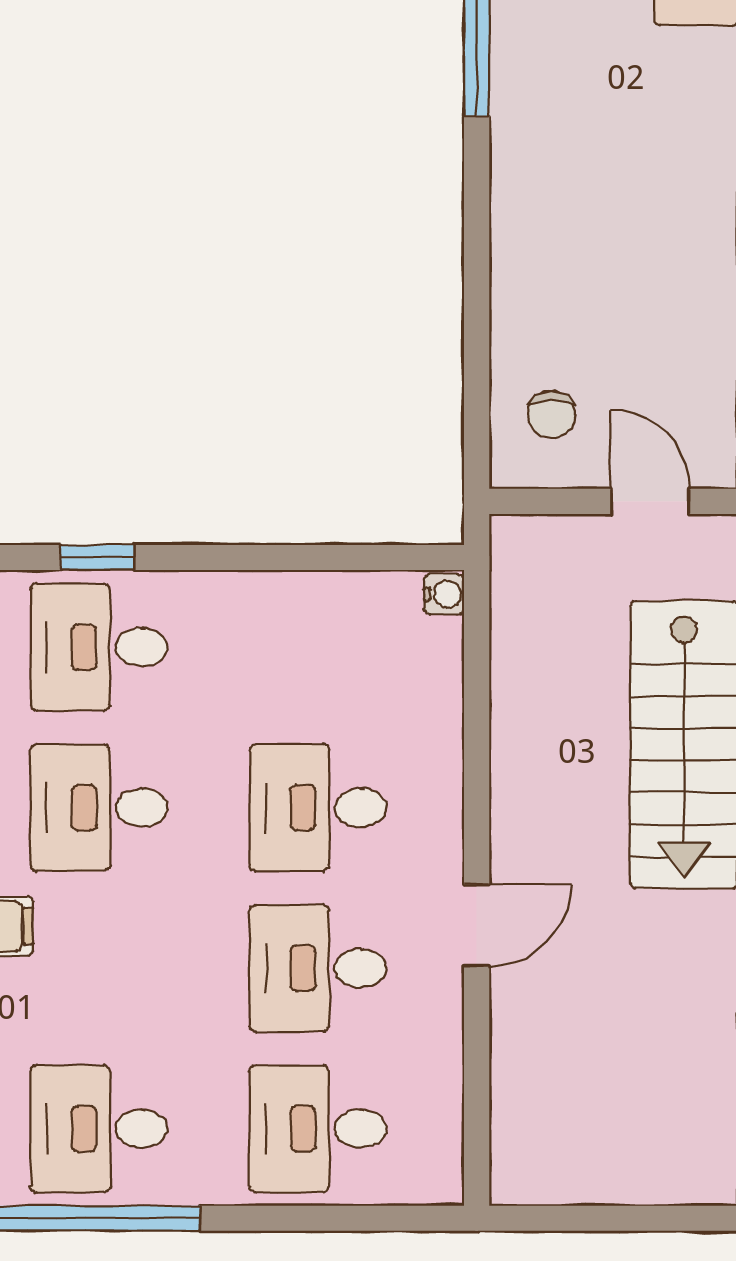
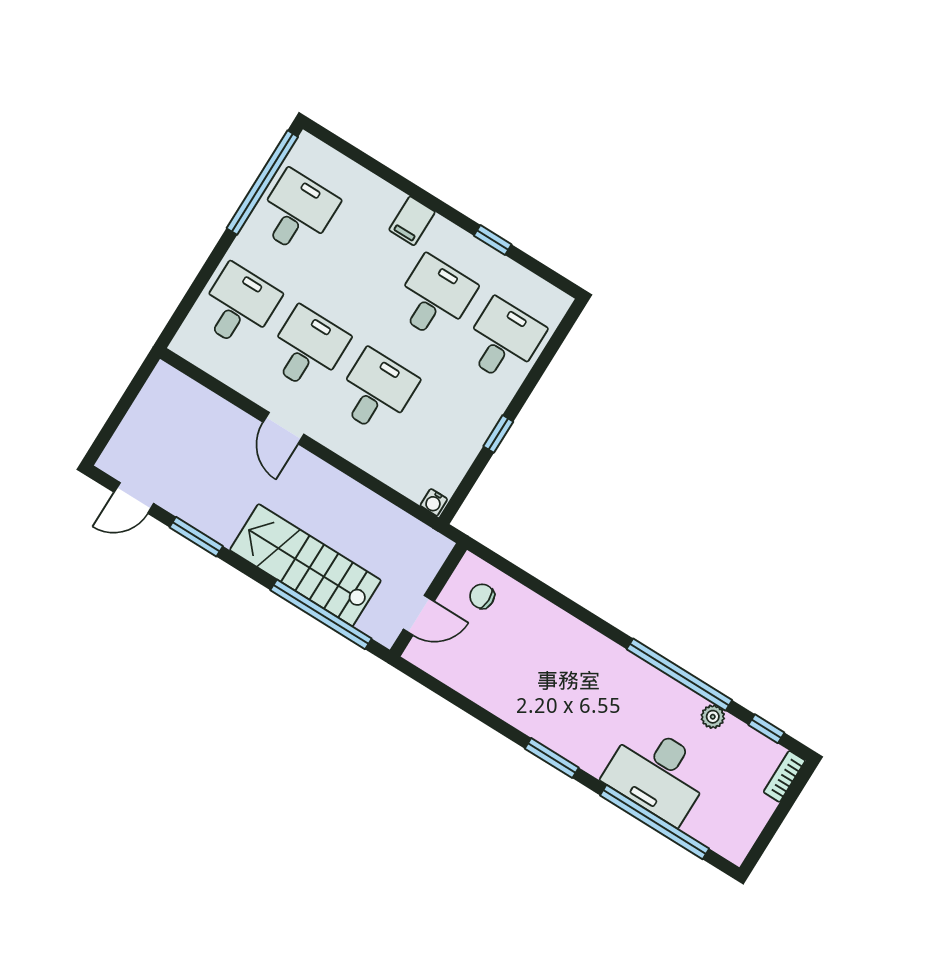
window: (98, 557) -> (498, 434), moved

